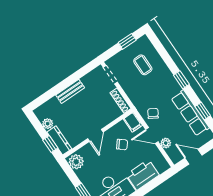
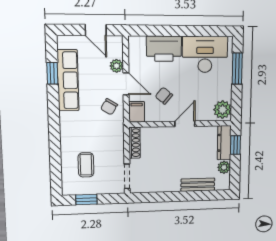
window: (181, 80) -> (54, 123), removed
bench: (70, 91) -> (198, 185), moved

